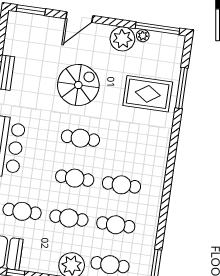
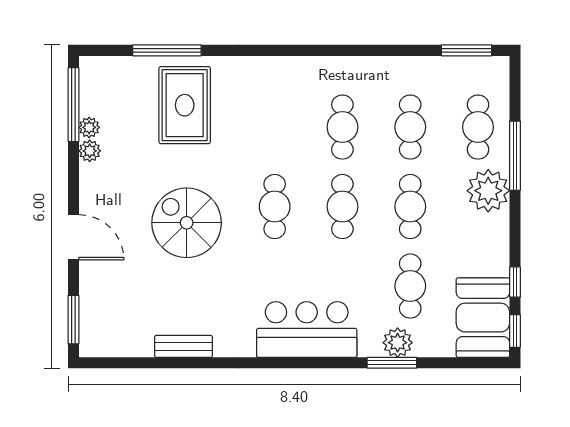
plant: (122, 39) -> (90, 151), width x0.53, depth x0.53

